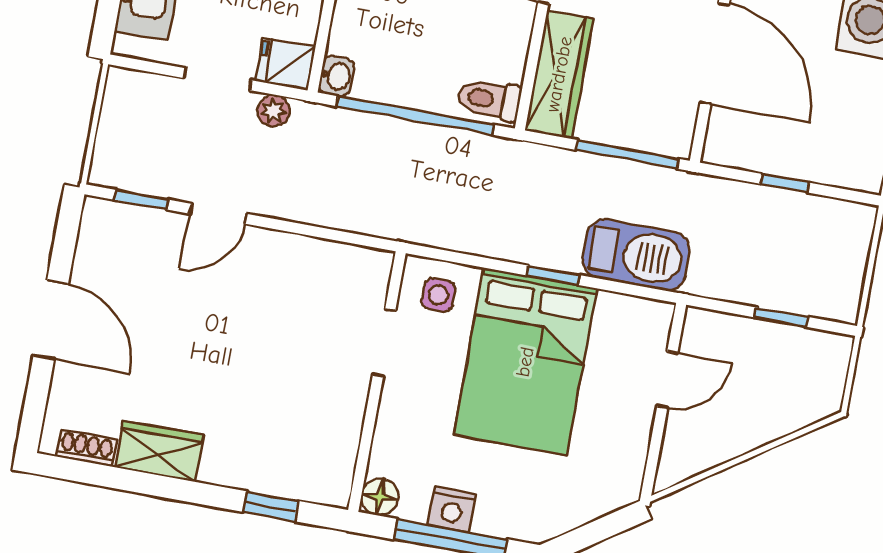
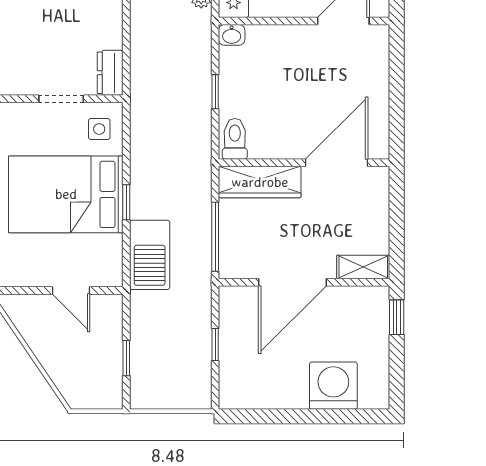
window: (415, 115) -> (215, 92), width x0.32
dresser: (359, 264) -> (110, 73), added

